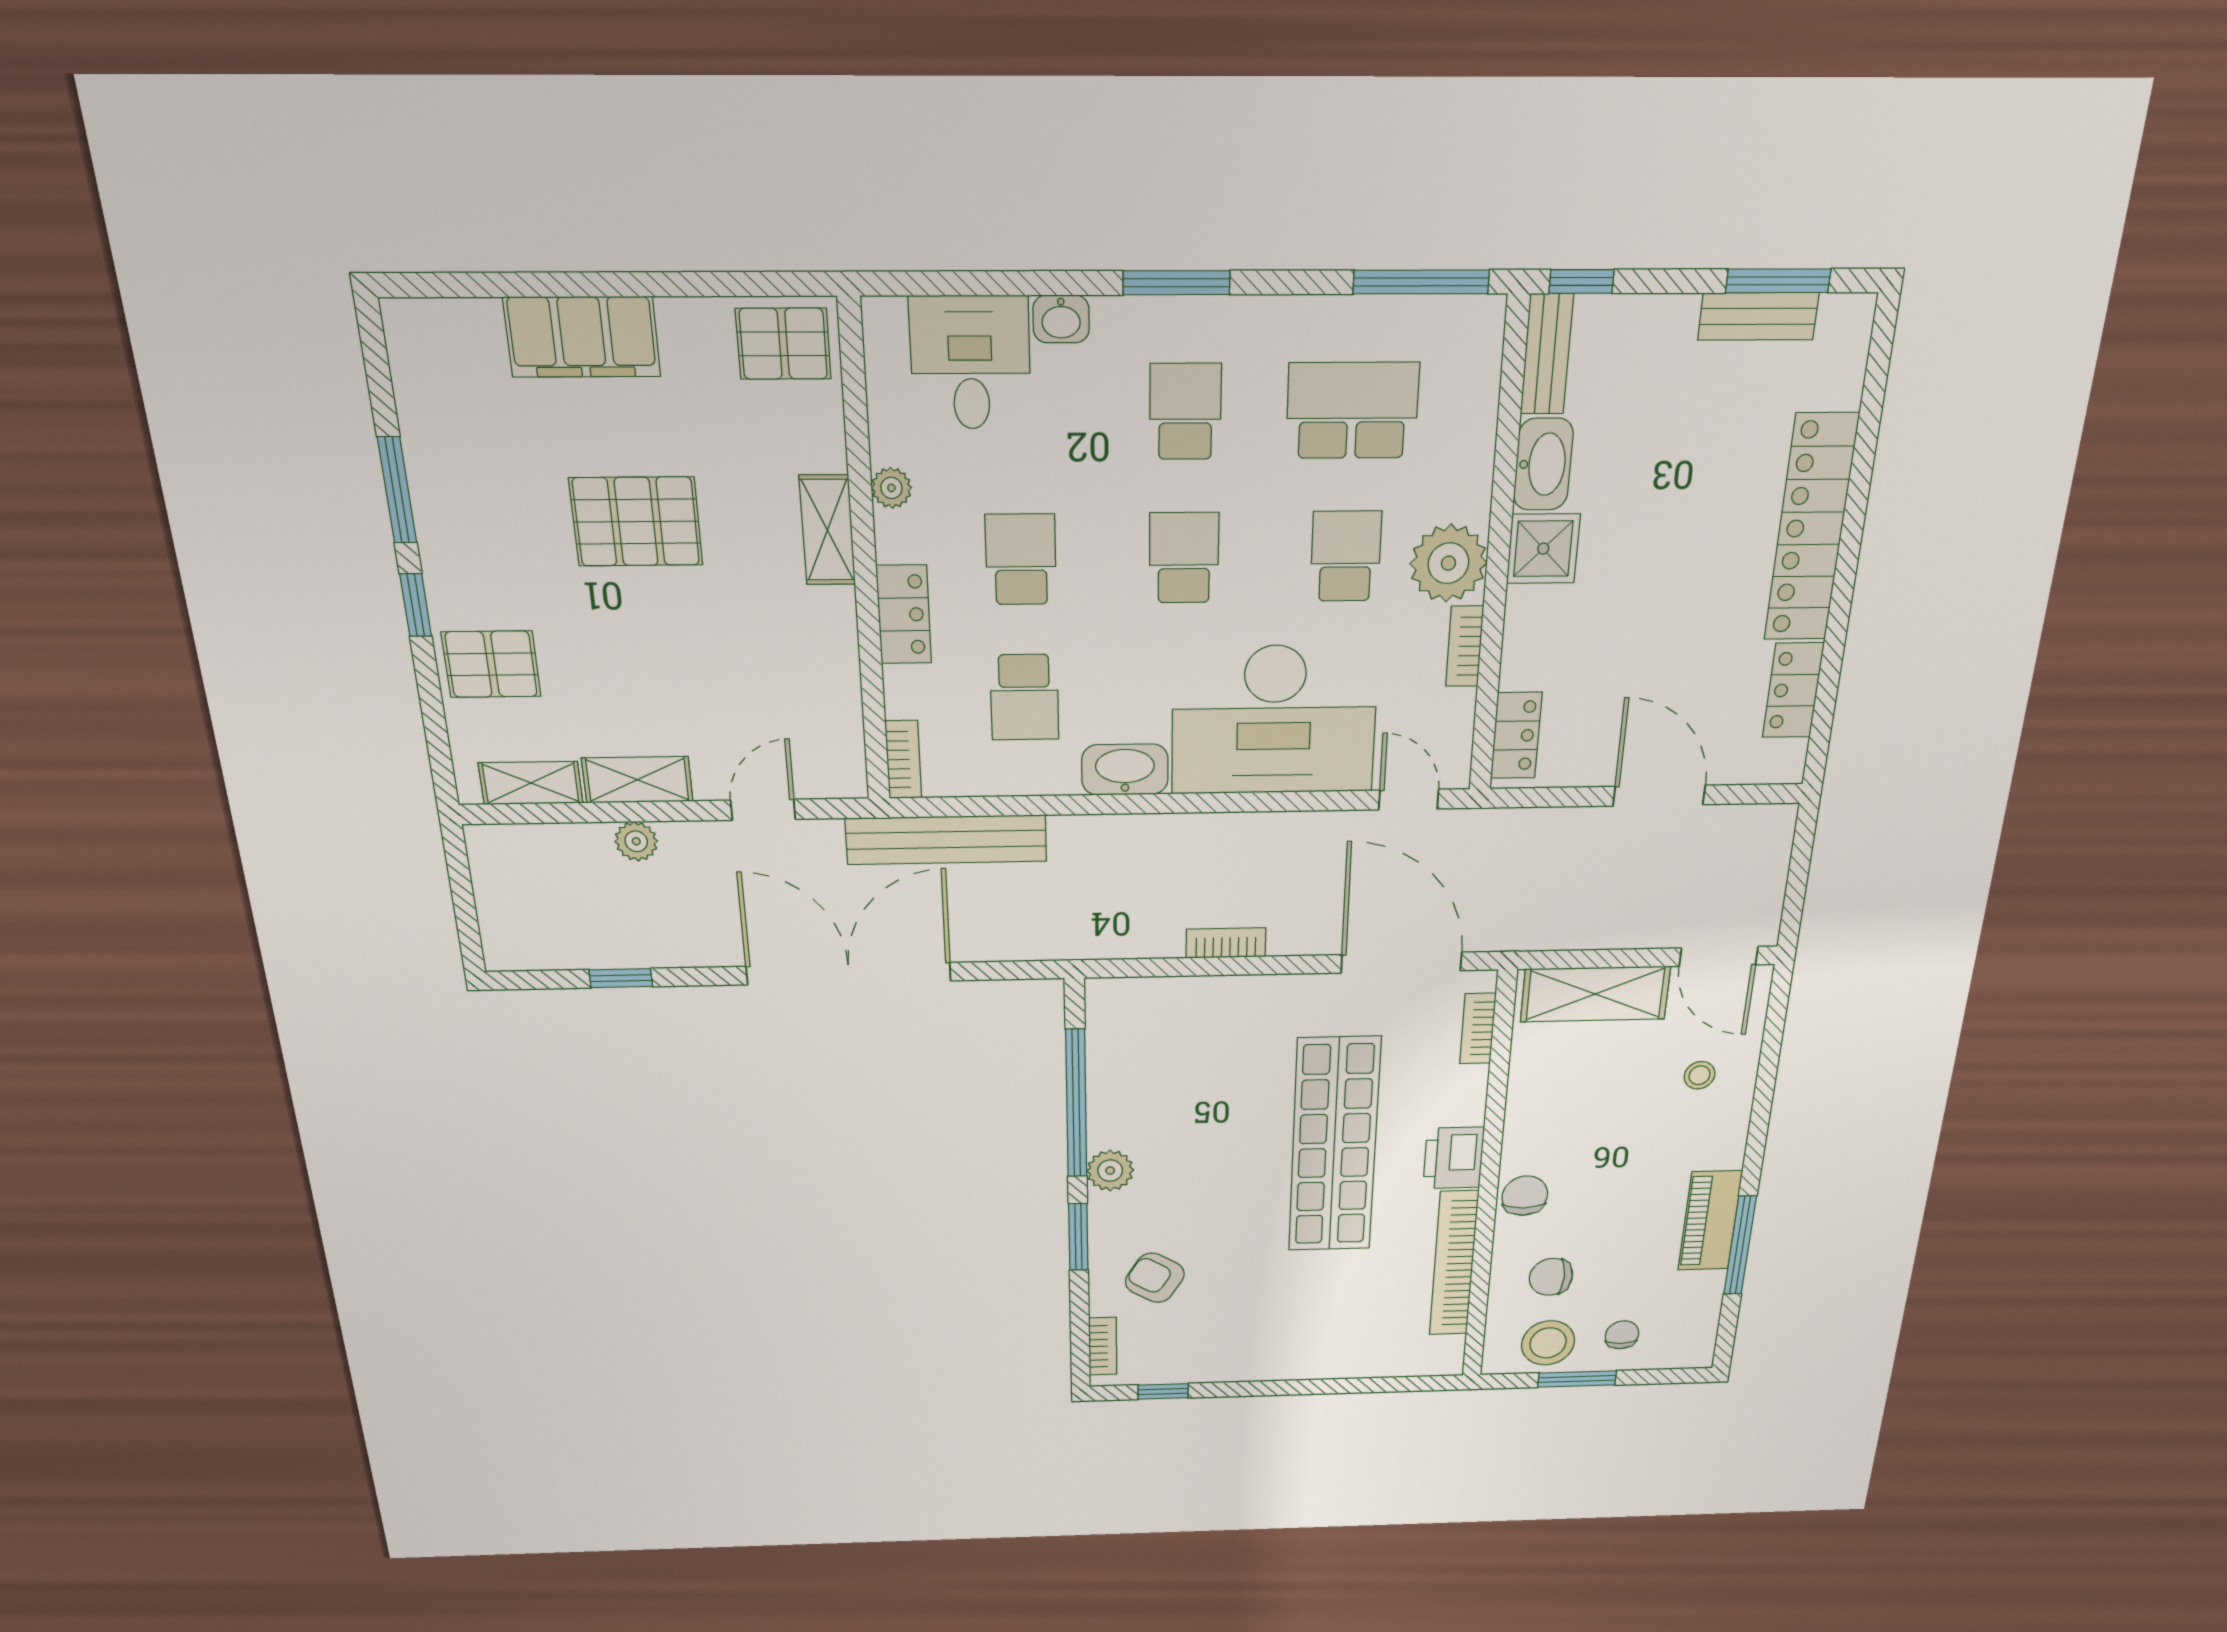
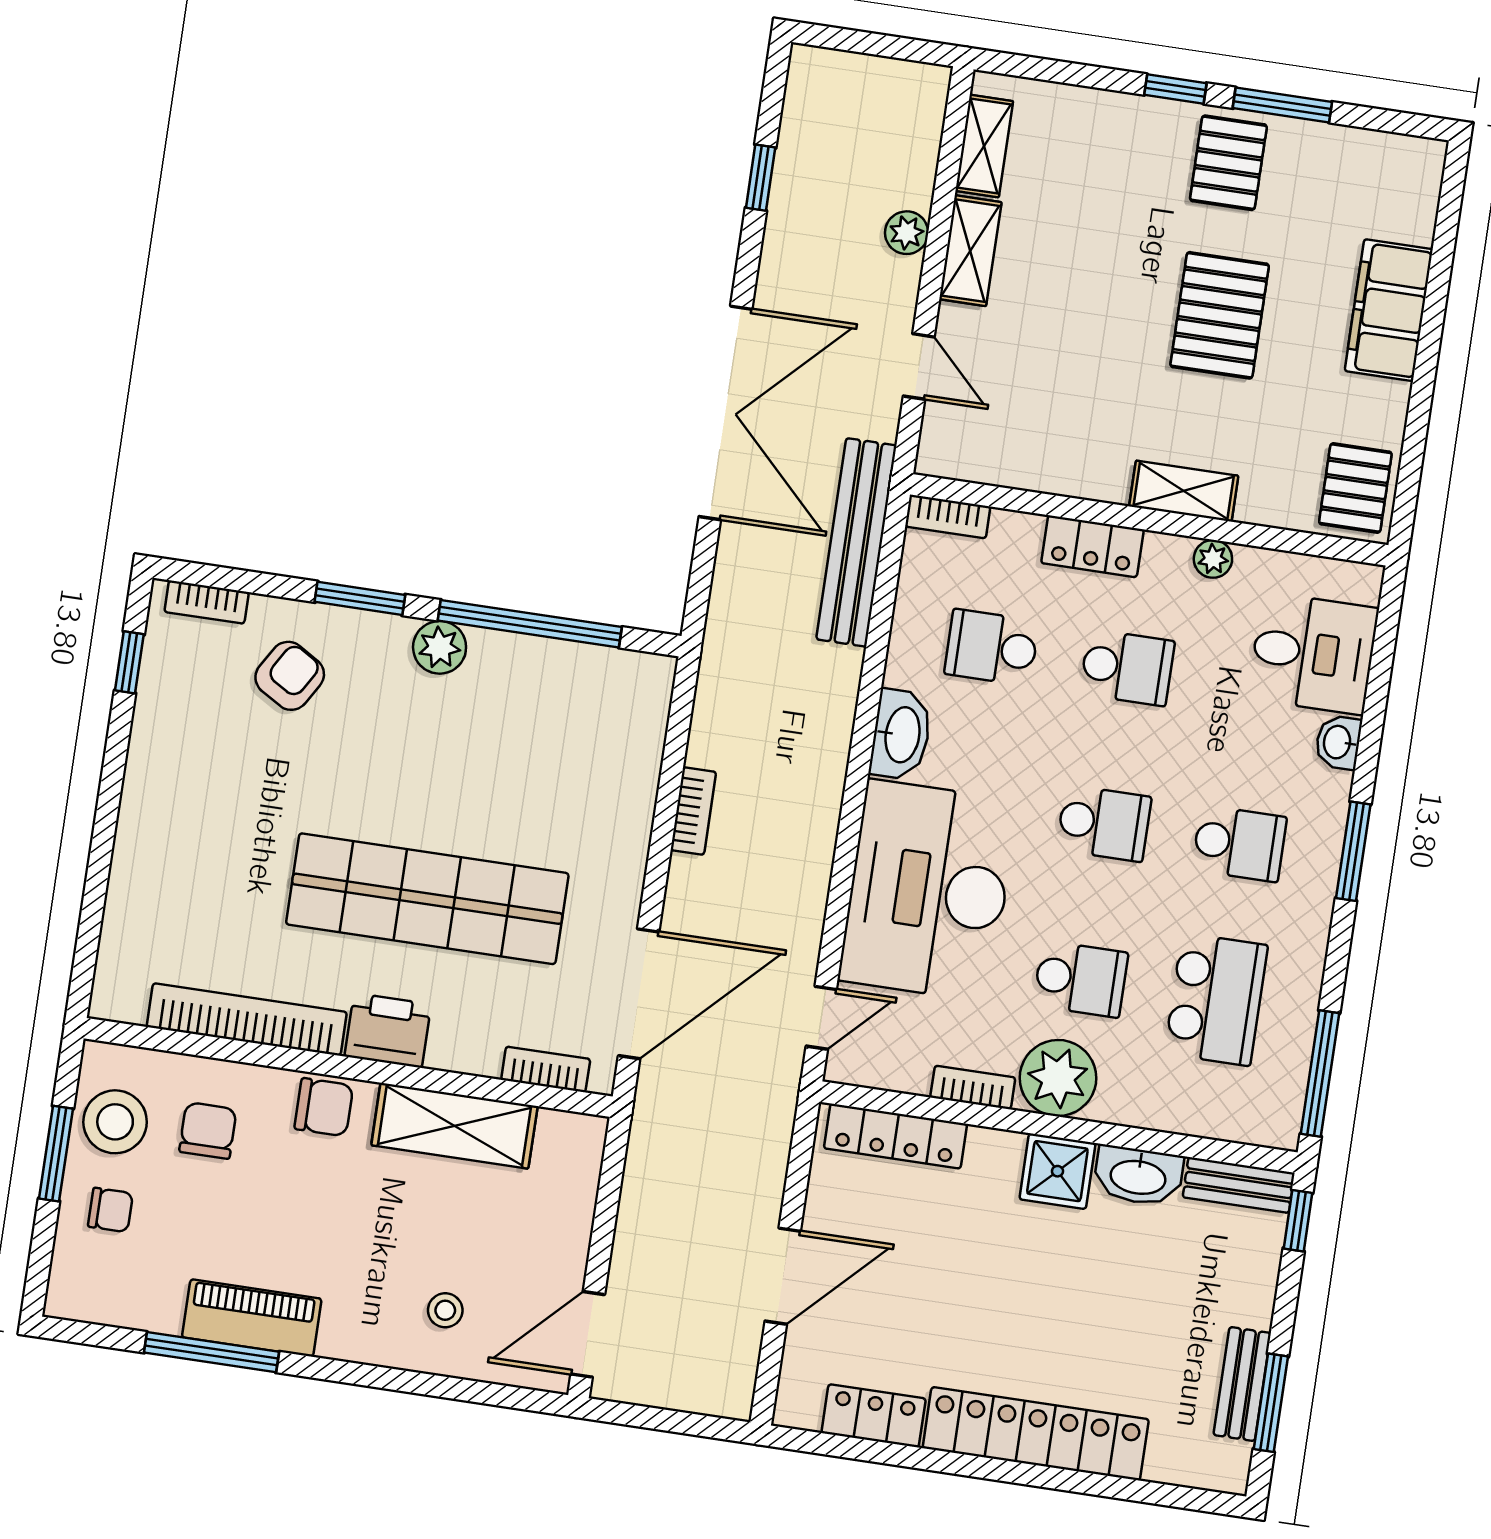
pallet: (491, 664) -> (1228, 163), moved
locker: (1516, 735) -> (895, 1136), width x1.53
shelving: (1595, 994) -> (454, 1126), moved, turned 90

